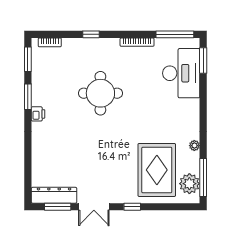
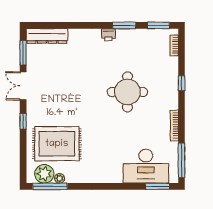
plant: (194, 146) -> (60, 178), moved
dresser: (54, 195) -> (47, 36), moved, turned 90

